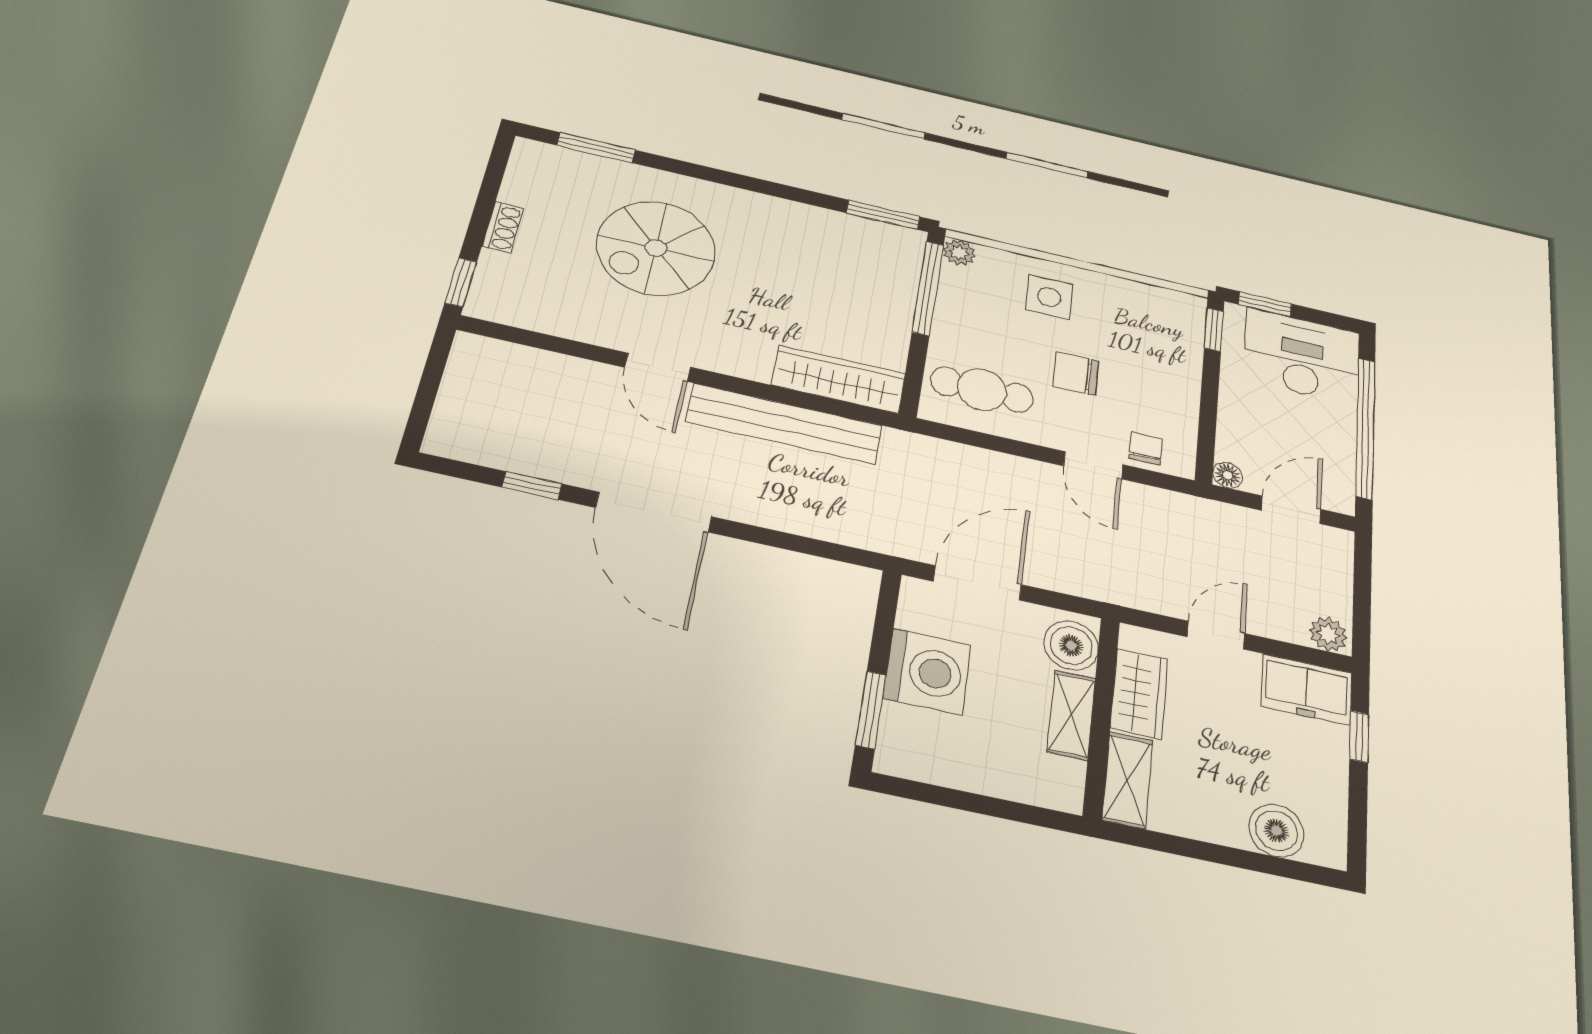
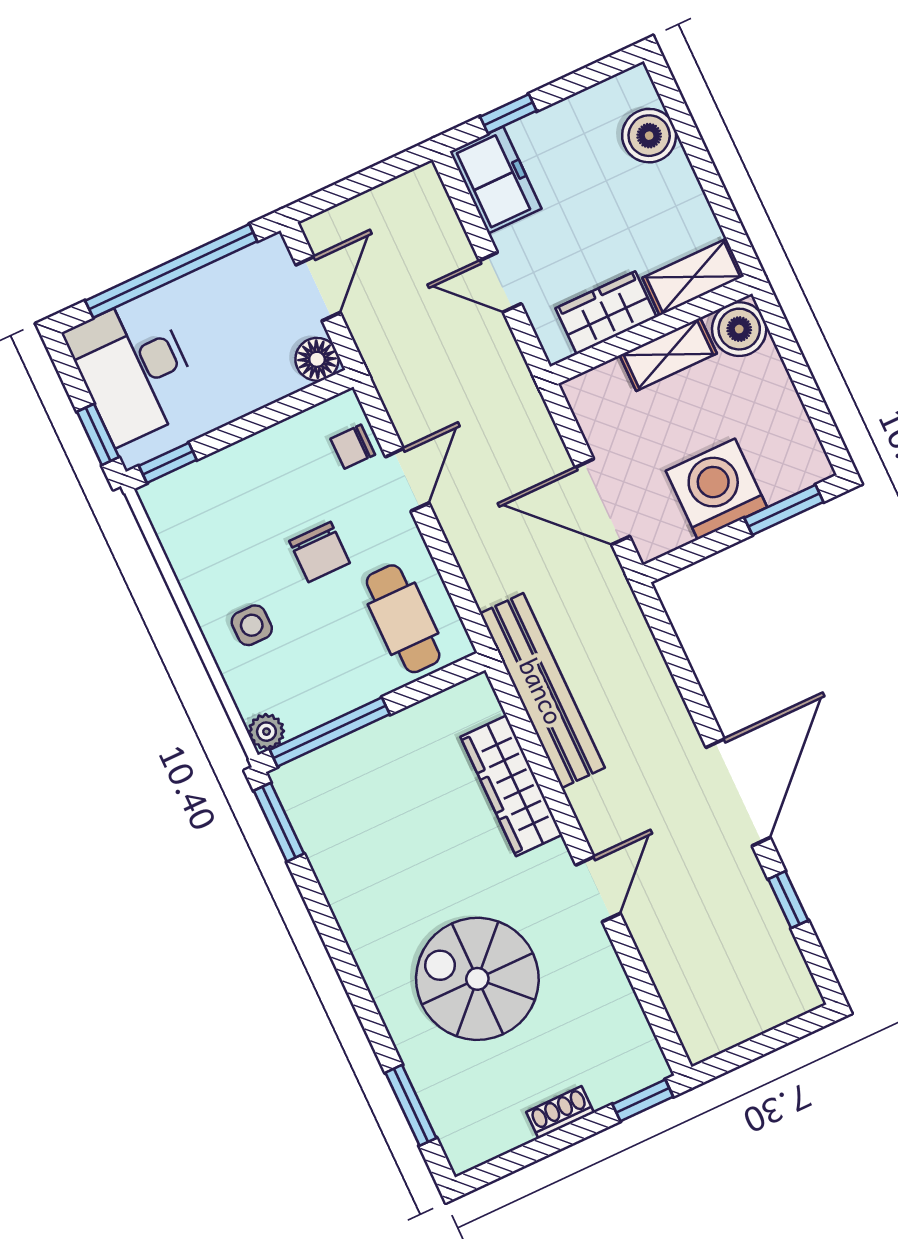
spiral stairs: (656, 248) -> (477, 979), turned 180
side table: (1049, 297) -> (252, 625), width x0.73, depth x0.73
wardrobe: (839, 379) -> (511, 786), moved
bench: (784, 424) -> (542, 691), moved
floor lamp: (1228, 475) -> (317, 359), width x1.37, depth x1.37
door: (1291, 510) -> (318, 289), swing flipped
plant: (1328, 634) -> (425, 190), removed
boiler: (1071, 645) -> (739, 329), moved

